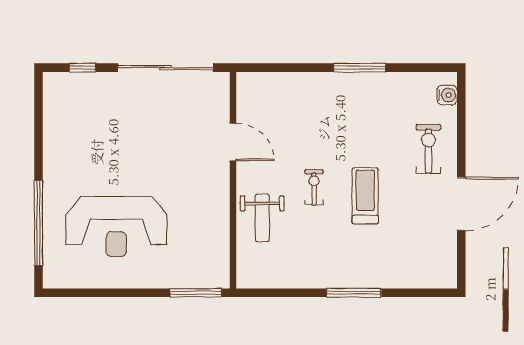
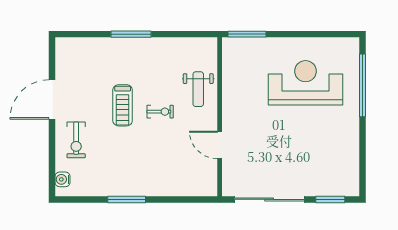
window: (82, 68) -> (330, 199), width x1.50
exercise bike: (314, 187) -> (160, 112), turned -90
weight bench: (262, 218) -> (198, 89), turned 180

